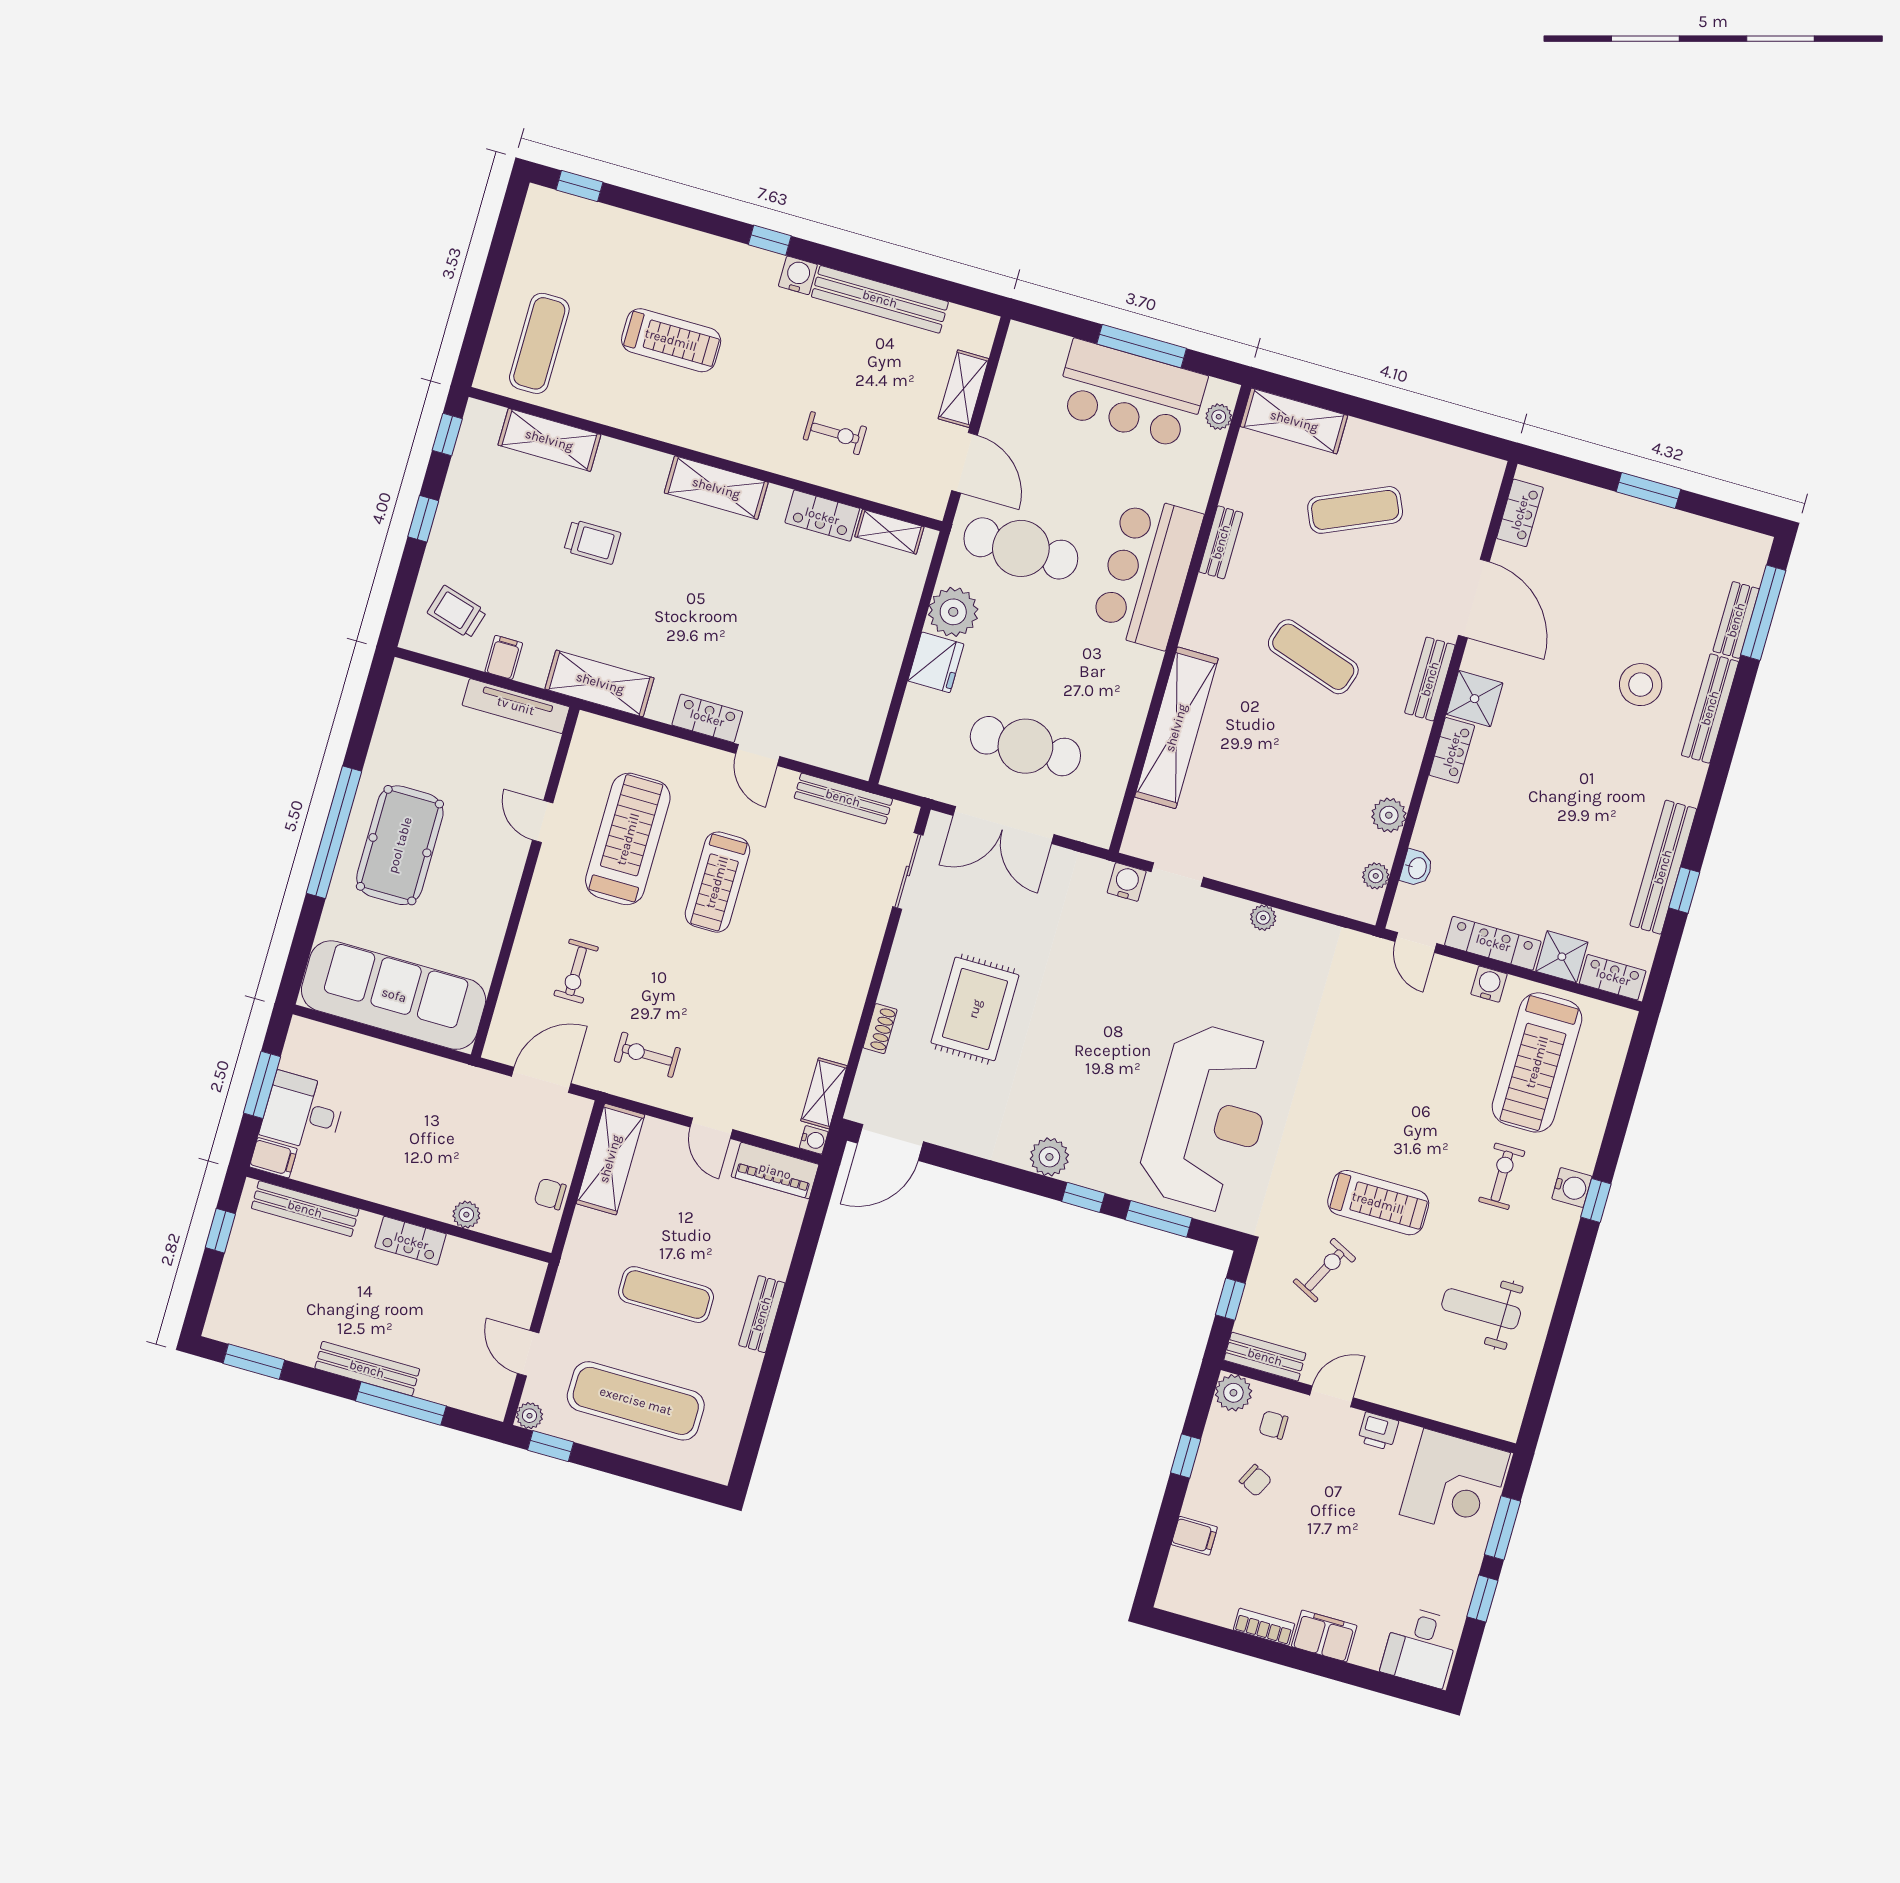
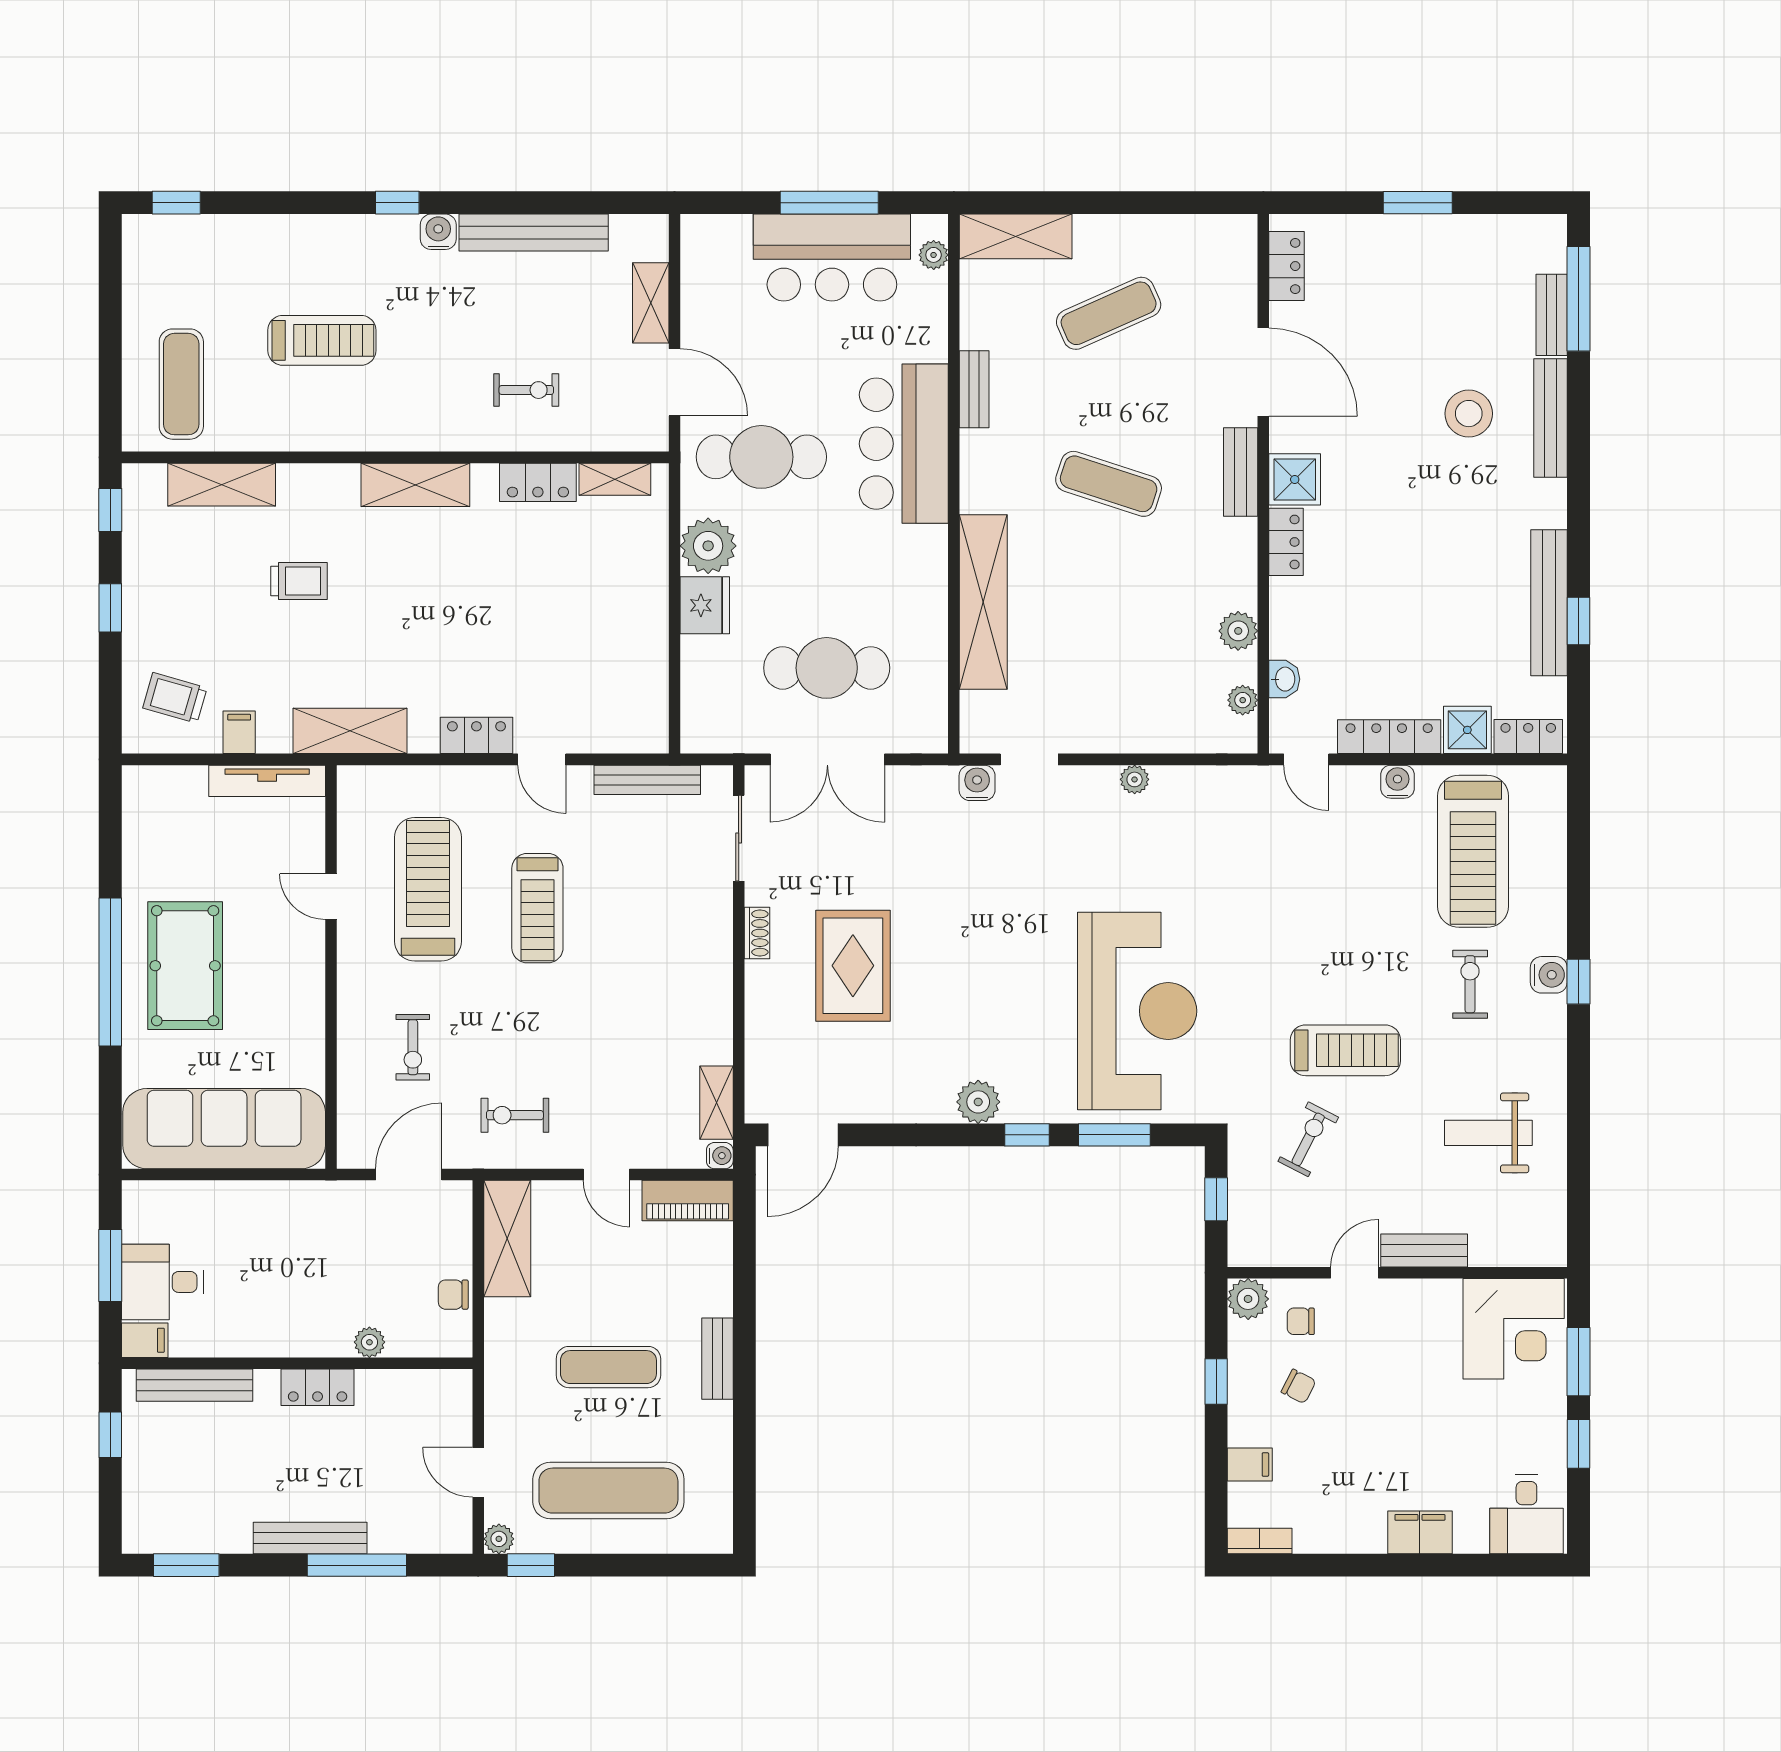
shoe rack: (880, 1029) -> (757, 933), moved
bench: (1265, 1357) -> (1424, 1250), moved
printer: (1378, 1431) -> (1415, 1296), removed
bookcase: (1264, 1627) -> (1260, 1541), moved

